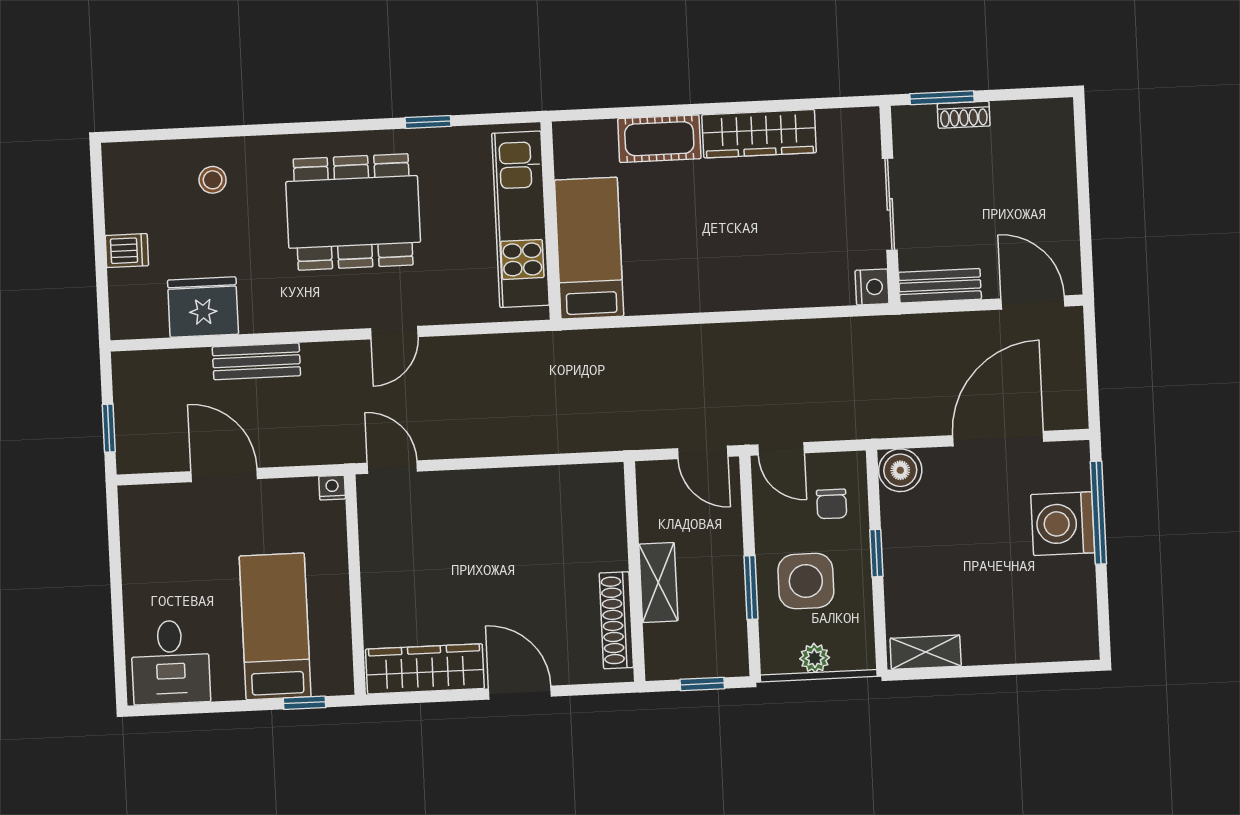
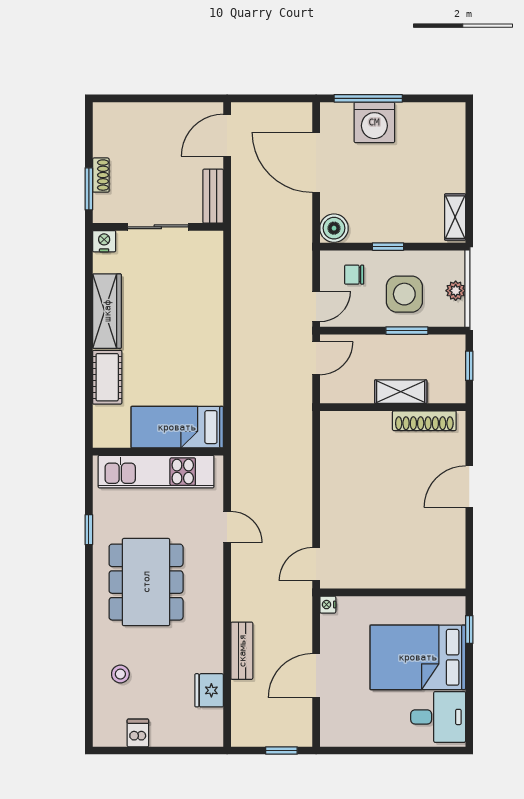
dishwasher: (127, 251) -> (138, 733), moved
nightstand: (872, 287) -> (104, 241), moved
fridge: (203, 307) -> (209, 690), width x0.73, depth x0.75
door: (394, 333) -> (227, 527), moved
chair: (832, 504) -> (354, 275), turned 180
bed: (275, 626) -> (418, 657), width x1.50
wardrobe: (425, 669) -> (451, 549), removed

